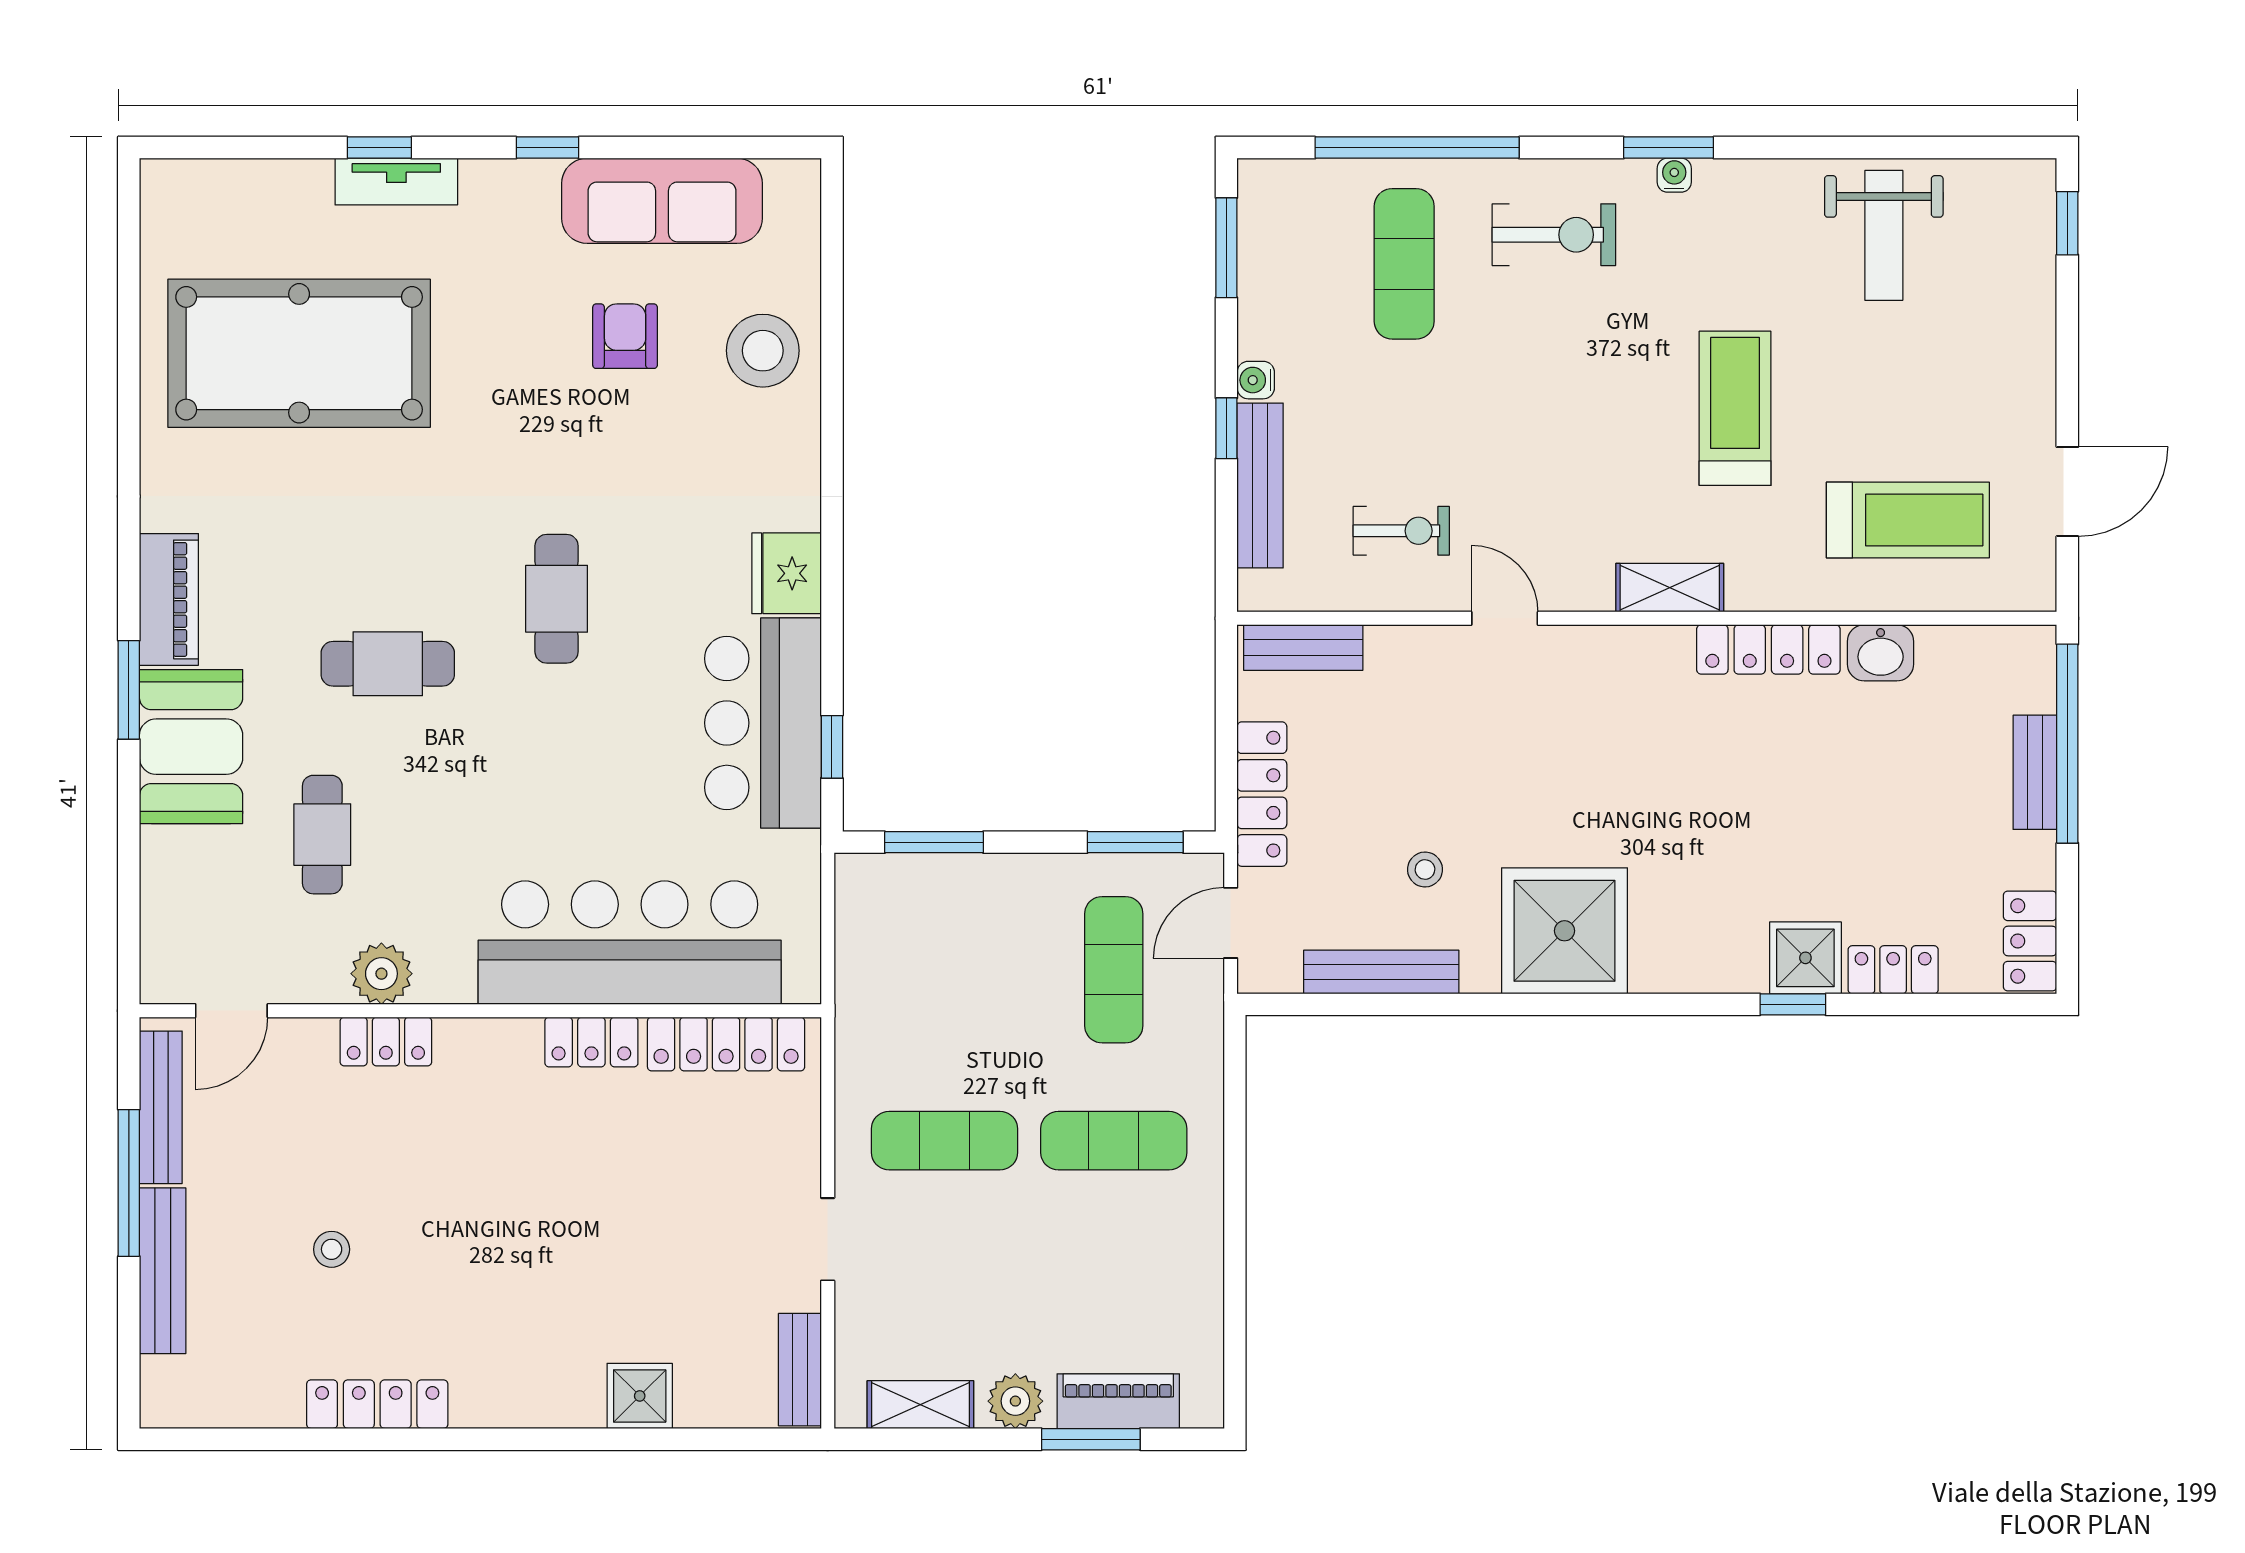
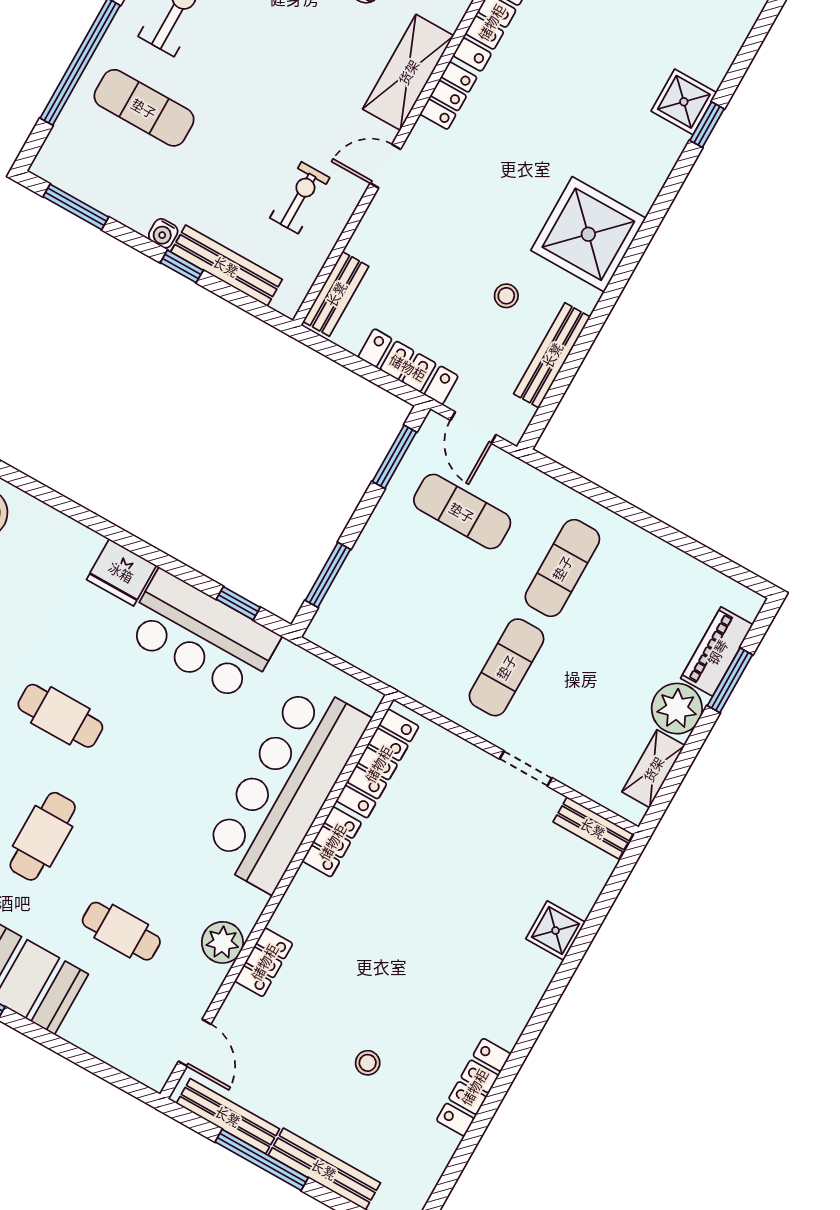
shelving: (1670, 588) -> (408, 72), width x1.50, depth x1.33
locker: (1893, 970) -> (448, 96), moved, turned 180
plant: (1015, 1401) -> (677, 709), width x1.36, depth x1.36

